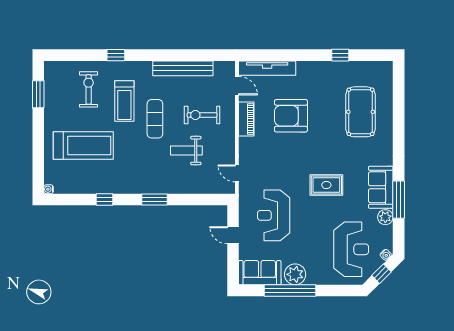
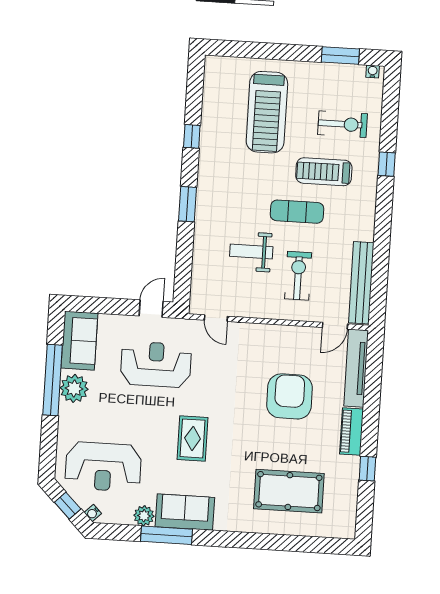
bench: (183, 68) -> (361, 283), moved
piano: (246, 119) -> (352, 432), moved, turned 90
weight bench: (186, 151) -> (251, 252), turned -90
door: (237, 173) -> (216, 318), swing flipped
water cooler: (49, 189) -> (373, 72), moved
door: (233, 235) -> (151, 309), moved

